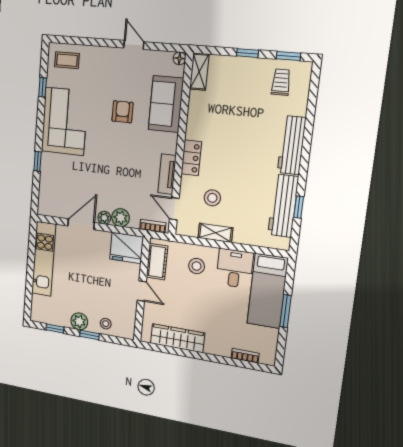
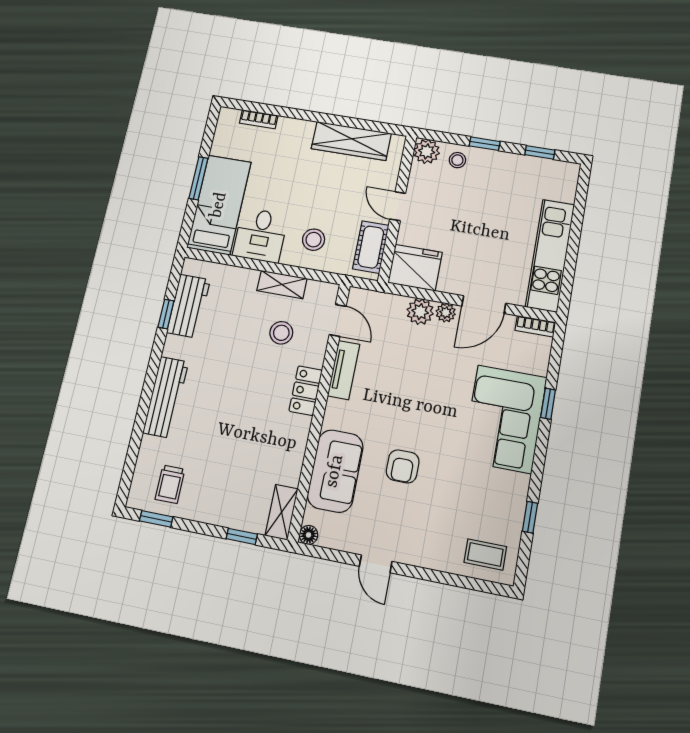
window: (248, 53) -> (242, 536), moved
corner sofa: (64, 121) -> (505, 419), moved
workbench: (283, 206) -> (188, 306), width x0.73
bookcase: (153, 226) -> (535, 326), moved
plant: (79, 321) -> (427, 151), moved

